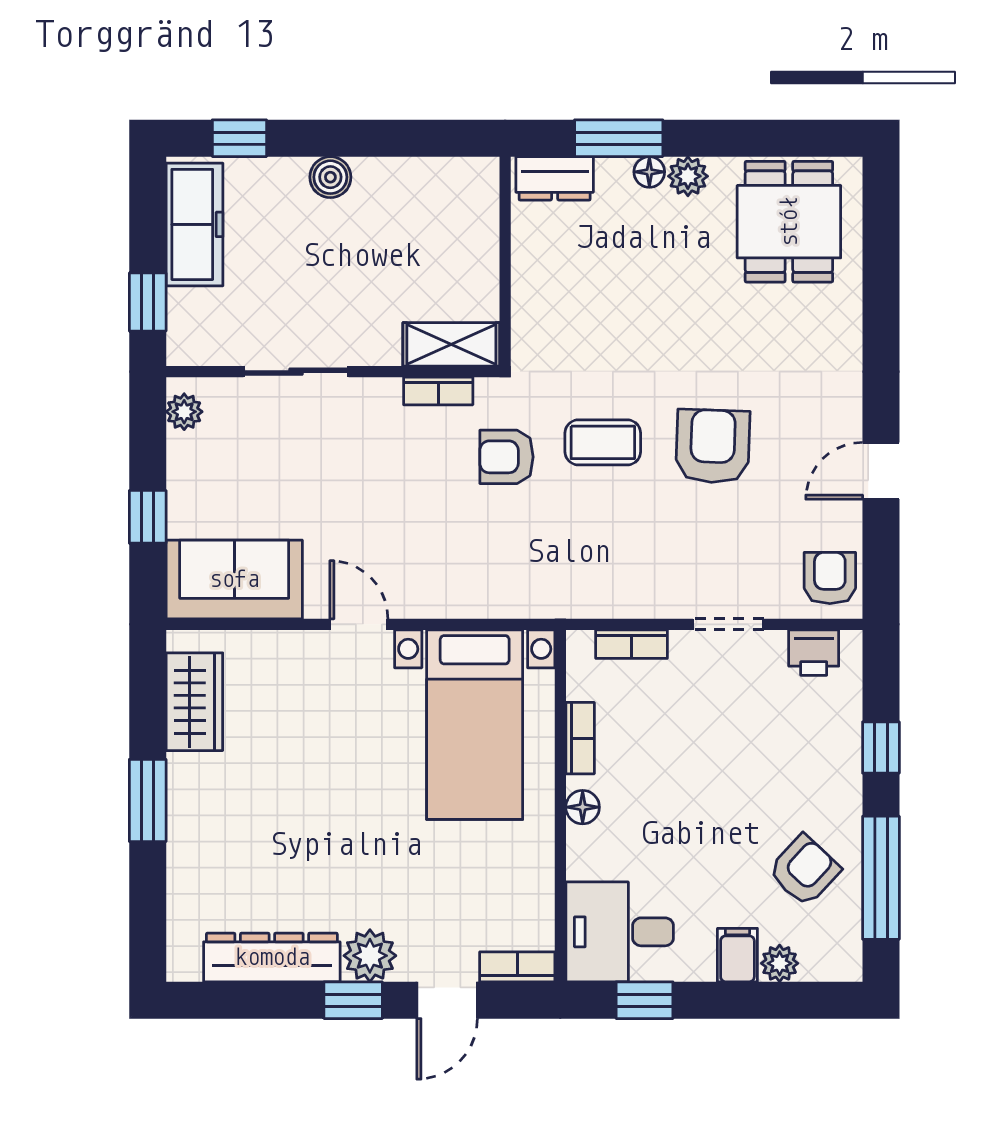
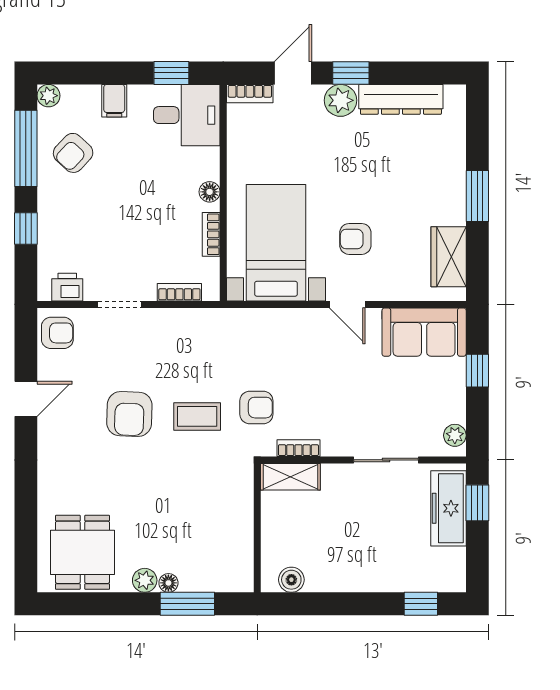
boiler: (330, 177) -> (291, 580), moved
dresser: (555, 178) -> (227, 579), removed
freezer: (195, 224) -> (448, 508), moved
armchair: (830, 578) -> (57, 333), turned -90
armchair: (346, 731) -> (355, 239), added
plant: (780, 963) -> (48, 96), moved

